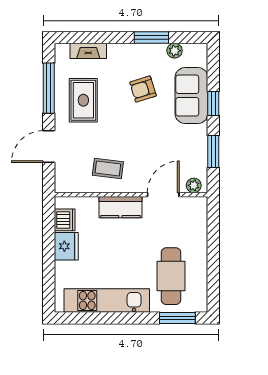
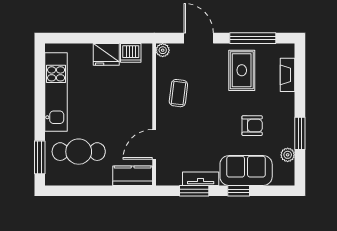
armchair: (143, 89) -> (252, 126), turned 107
rug: (83, 100) -> (242, 70), turned 90
tv unit: (200, 145) -> (201, 179), added
plant: (194, 185) -> (163, 50), moved
door: (163, 195) -> (154, 144), swing flipped
kitchen counter: (120, 207) -> (133, 176), moved, turned 90

